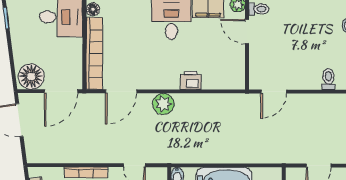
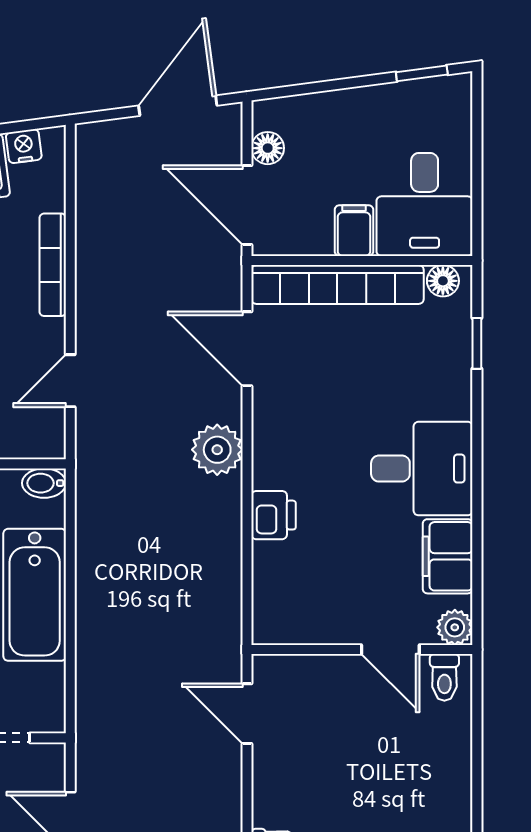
door: (247, 32) -> (390, 649), swing flipped
filing cabinet: (72, 46) -> (354, 231), added
floor lamp: (31, 76) -> (268, 148), width x0.53, depth x0.53

